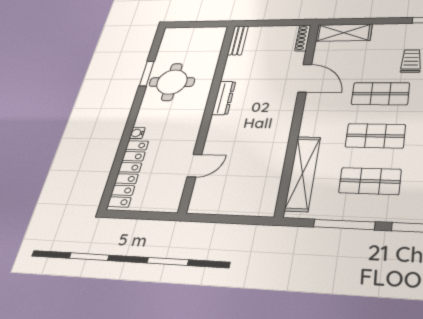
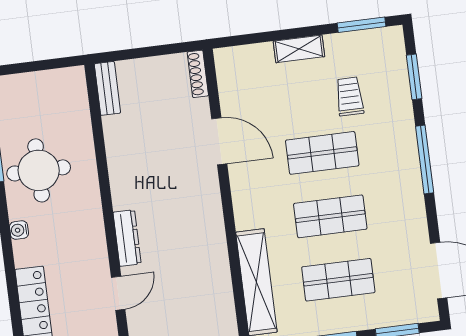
shelving: (344, 33) -> (299, 49), moved, width x0.67, depth x0.75
dresser: (224, 98) -> (127, 238), moved
water cooler: (137, 133) -> (19, 230), moved

